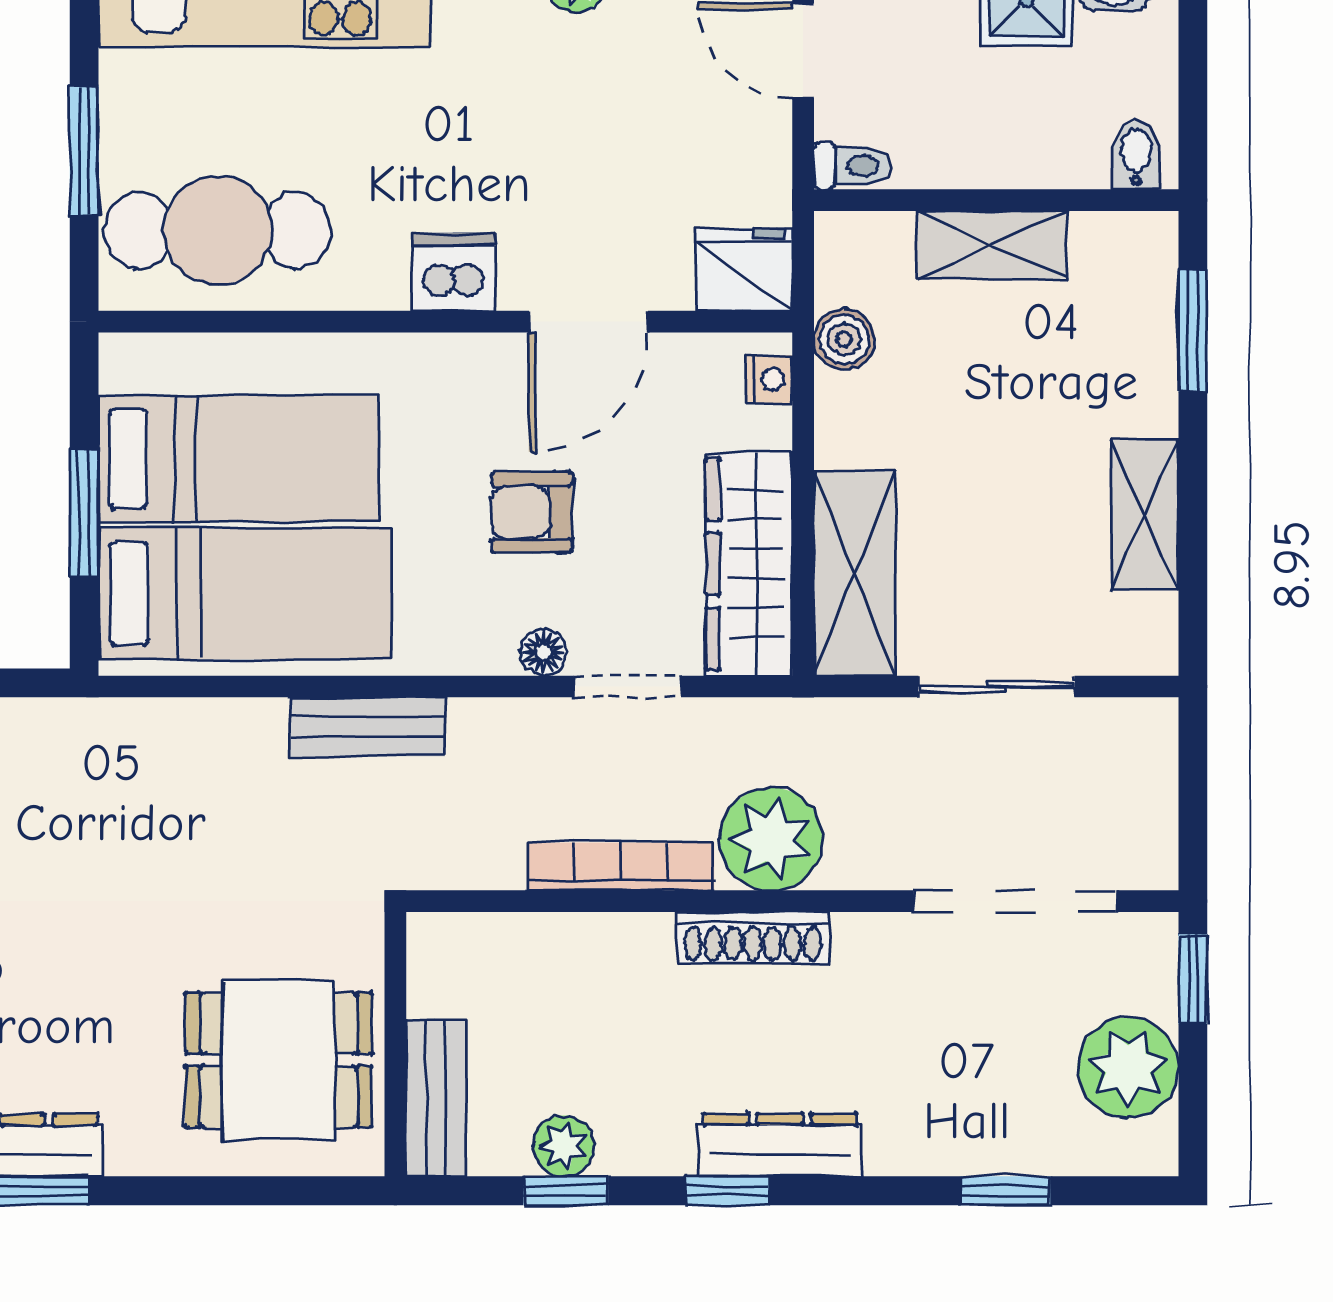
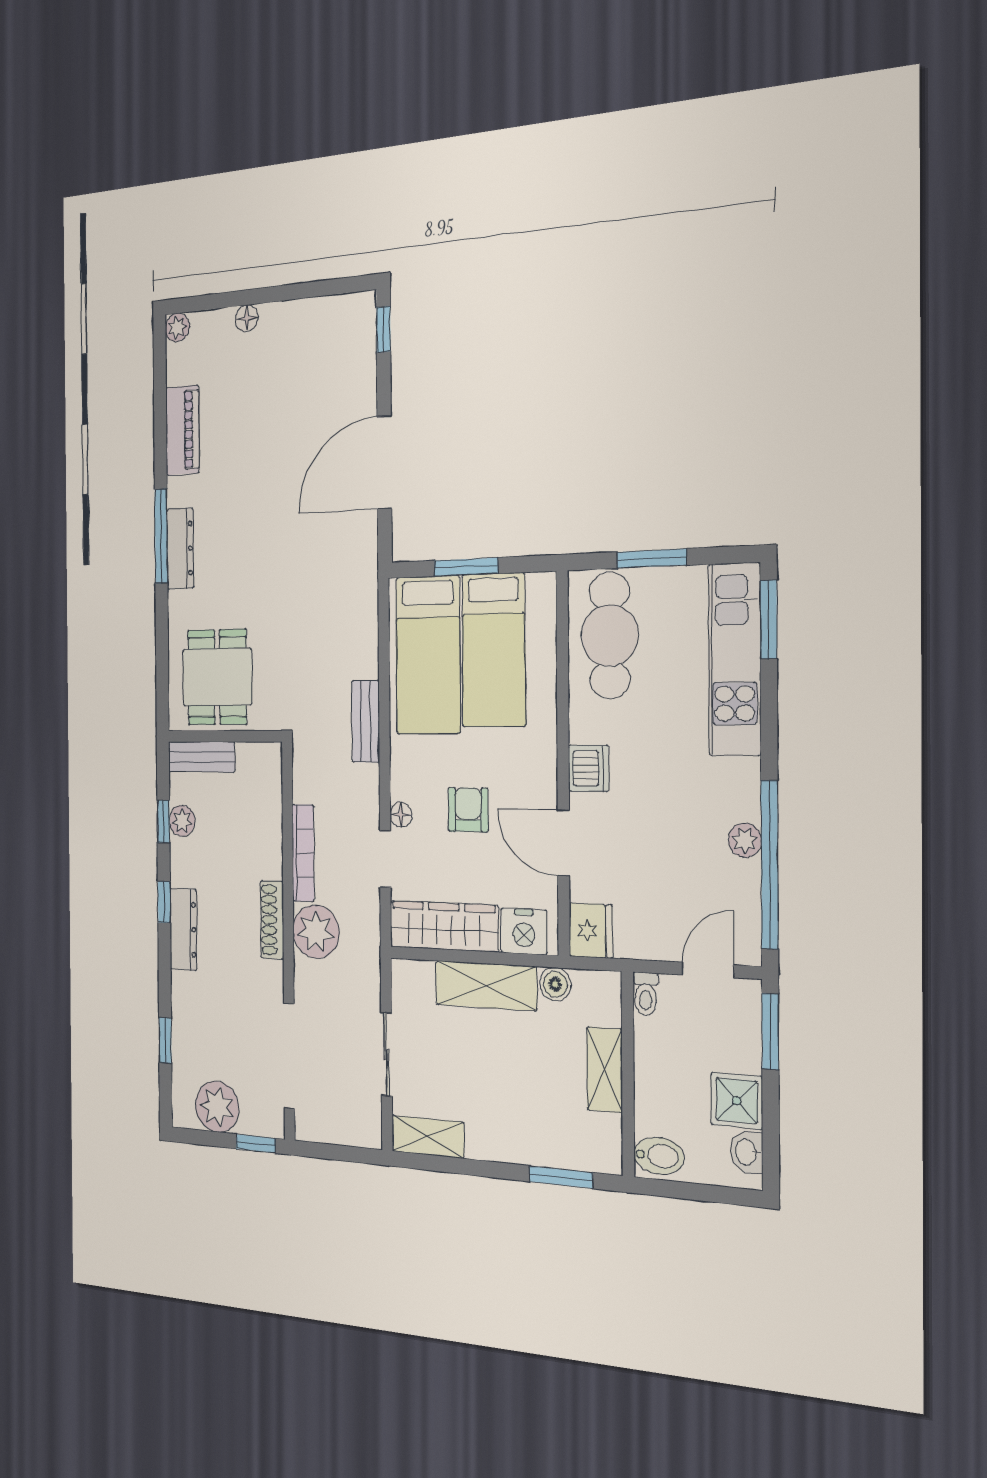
bidet: (1136, 155) -> (659, 1156), width x1.38, depth x1.36
nightstand: (769, 379) -> (524, 931), width x1.89, depth x1.79
shelving: (1145, 514) -> (428, 1137), moved
shelving: (855, 573) -> (486, 986), moved

